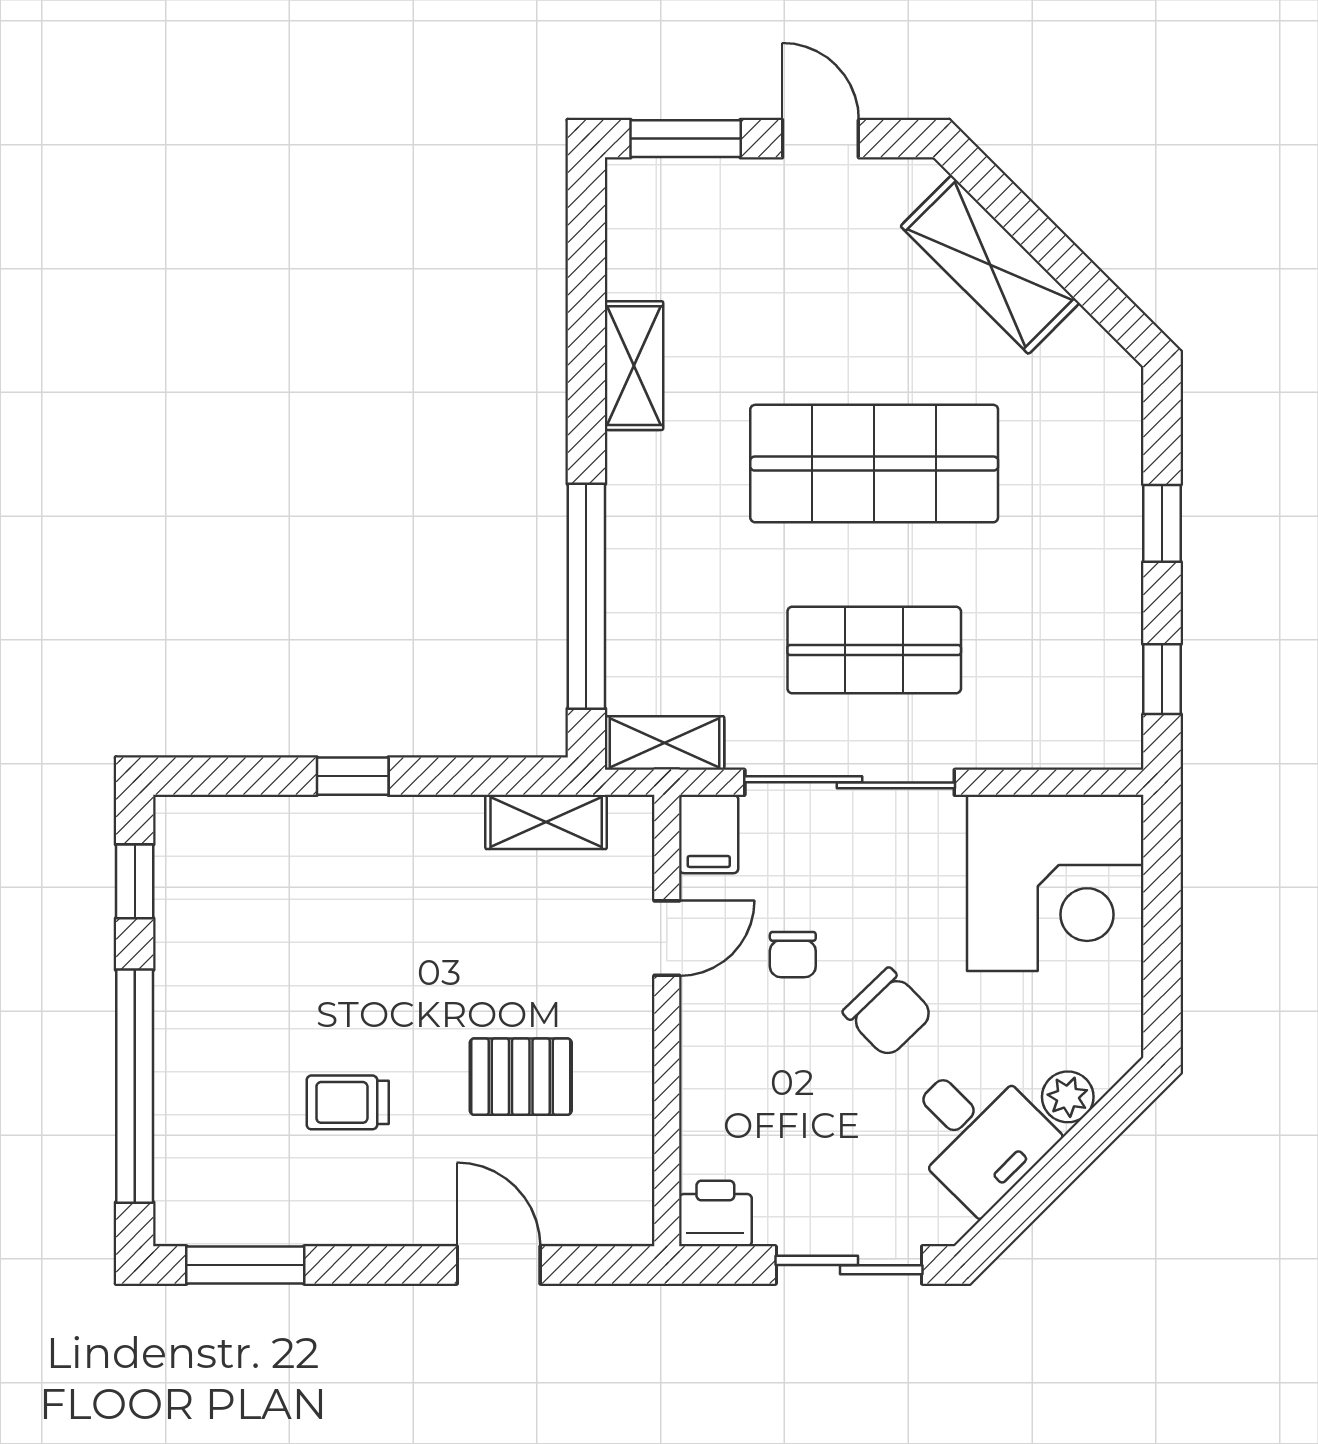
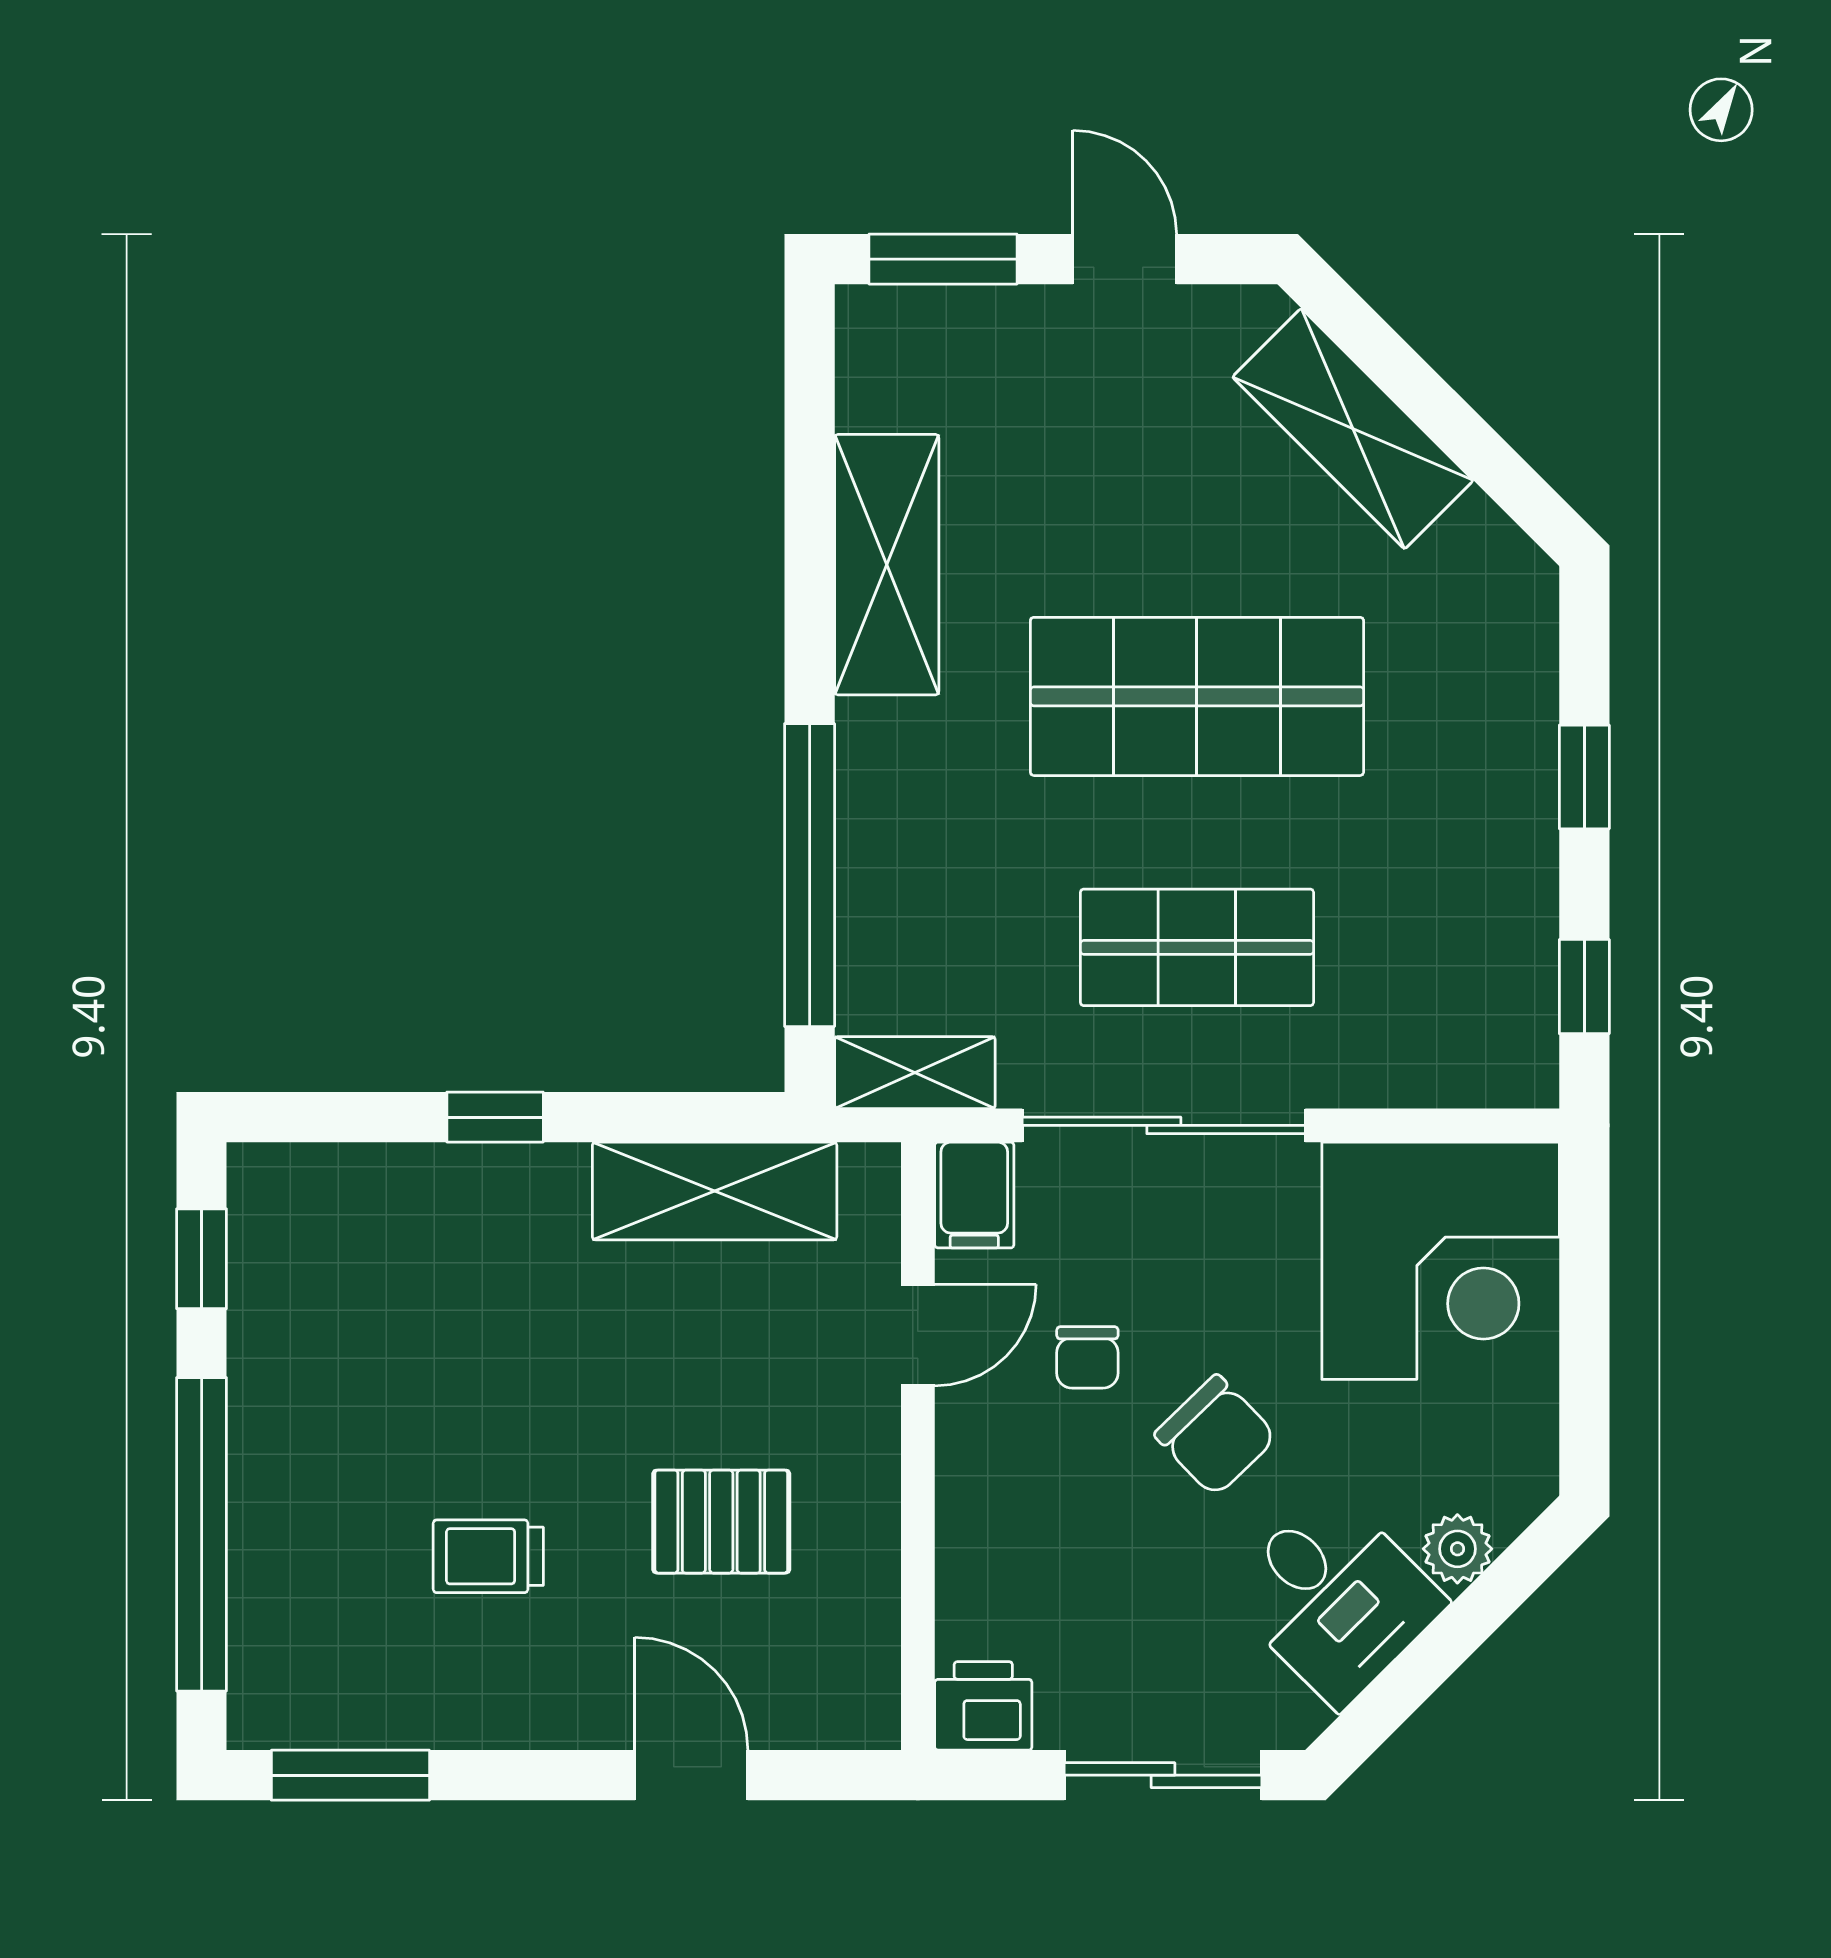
shelving: (634, 366) -> (887, 565), width x1.50, depth x1.33
shelving: (546, 822) -> (715, 1191), width x1.50, depth x1.33

